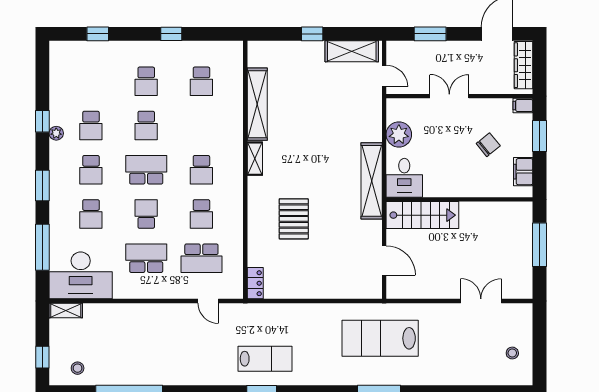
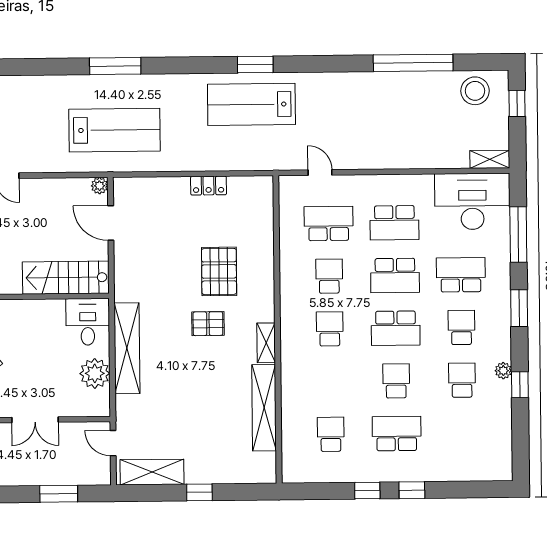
window: (98, 34) -> (412, 490), moved
school desk: (146, 81) -> (397, 434), width x1.85
pallet: (304, 175) -> (208, 324), added
shelving: (372, 181) -> (127, 348), moved
school desk: (91, 214) -> (461, 275), width x1.85
school desk: (146, 214) -> (395, 275), width x1.85
locker: (255, 283) -> (209, 186), moved, turned -90
plant: (393, 292) -> (99, 186), added
lab bench: (265, 359) -> (251, 104), width x1.36, depth x1.39
stool: (78, 368) -> (475, 91), width x1.89, depth x1.89

